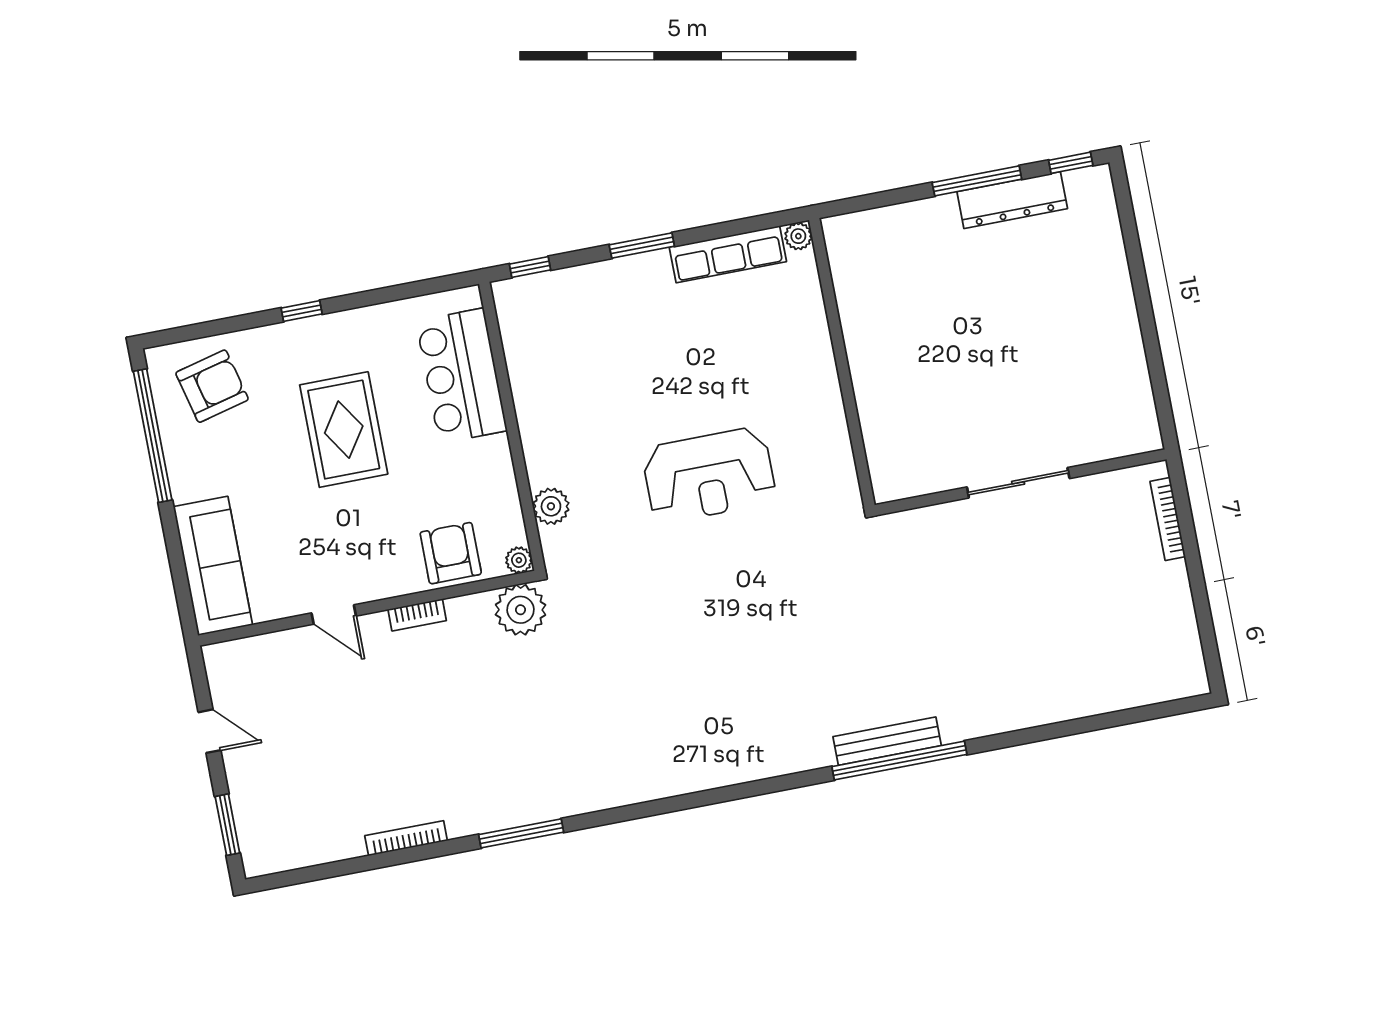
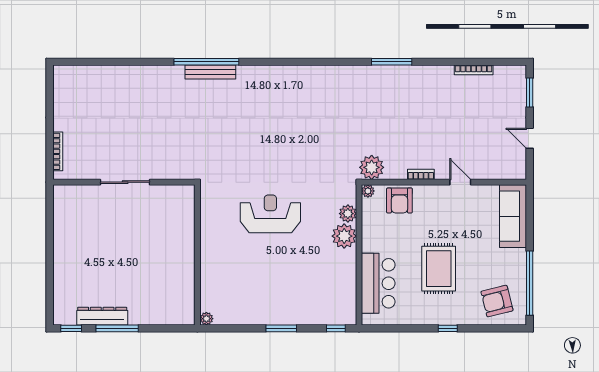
row of seats: (728, 254) -> (241, 316), removed
plant: (550, 459) -> (344, 236), added
bookcase: (406, 838) -> (474, 70), moved

